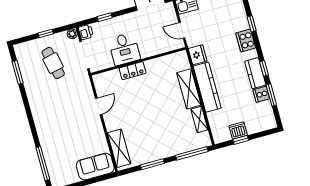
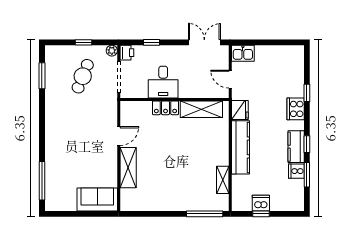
cafe table: (53, 63) -> (83, 76), turned 34
shelving: (189, 89) -> (201, 109), moved, turned 90
shelving: (119, 148) -> (128, 168), moved
window: (152, 164) -> (159, 214), removed

